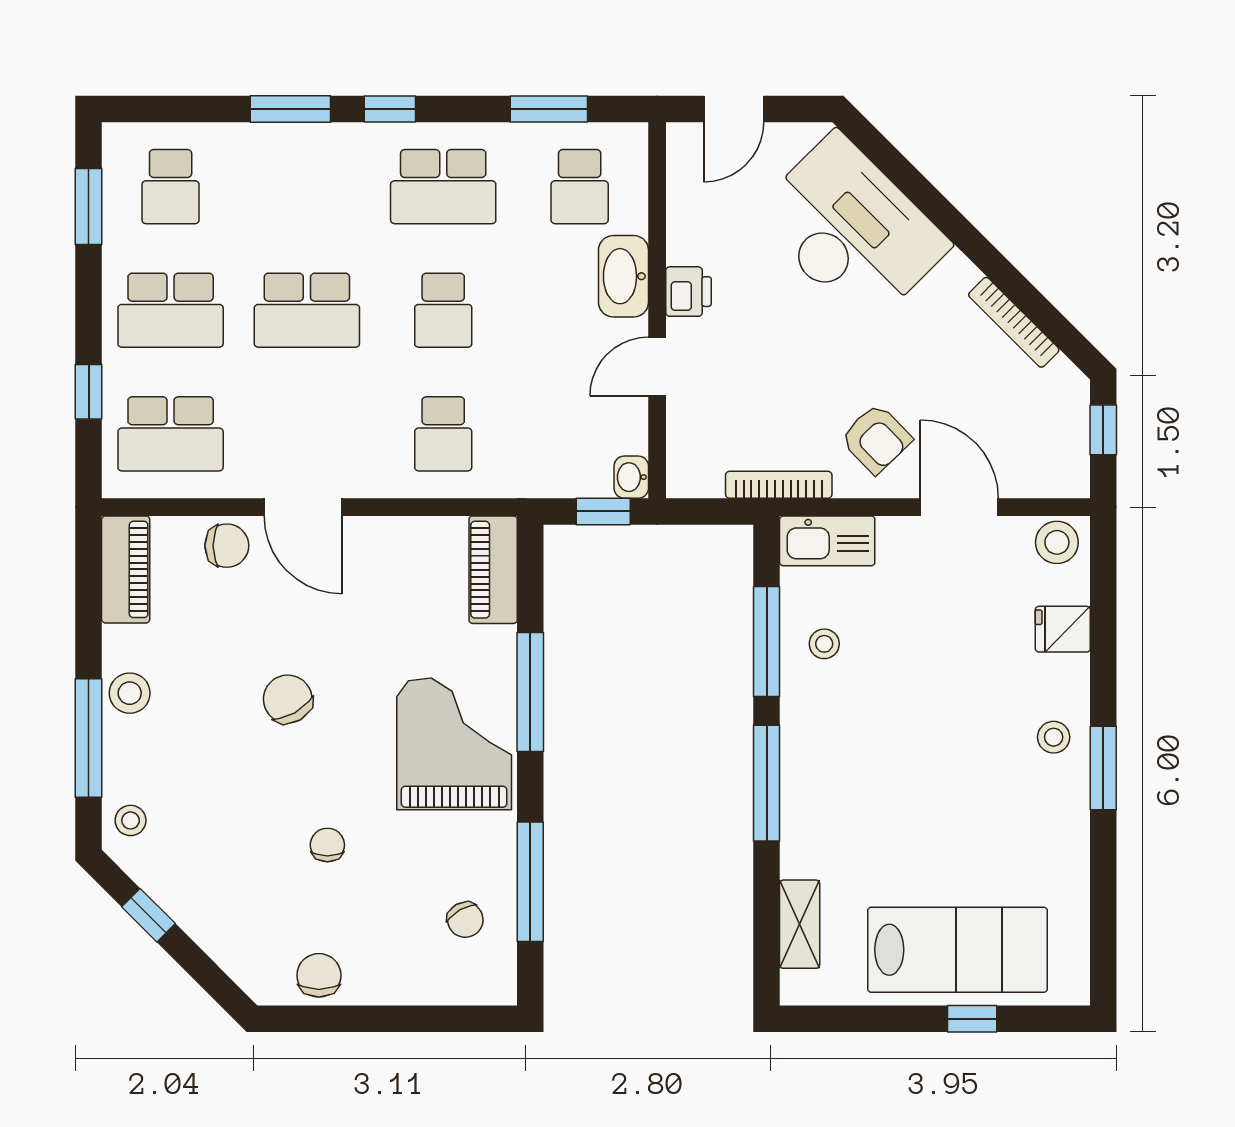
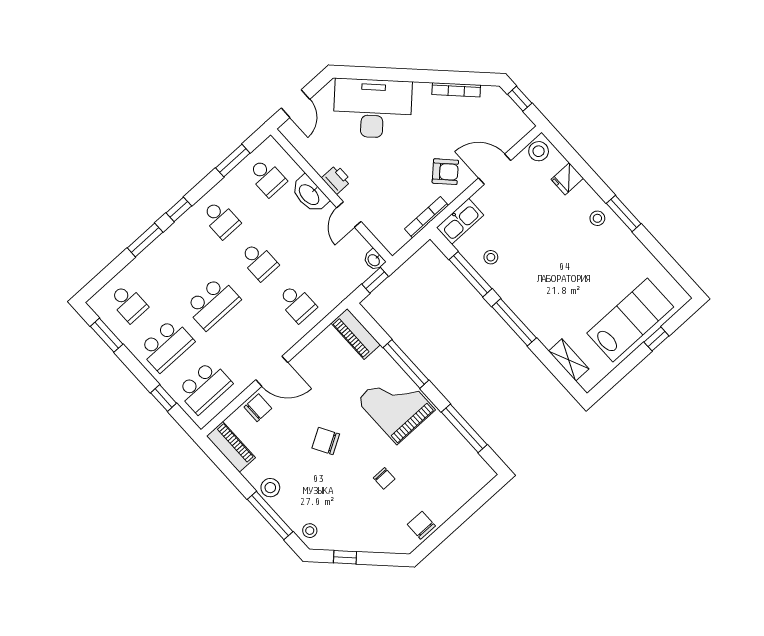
school desk: (443, 187) -> (221, 219), width x0.54
chair: (327, 845) -> (384, 478), turned 180
chair: (465, 920) -> (454, 461), removed

